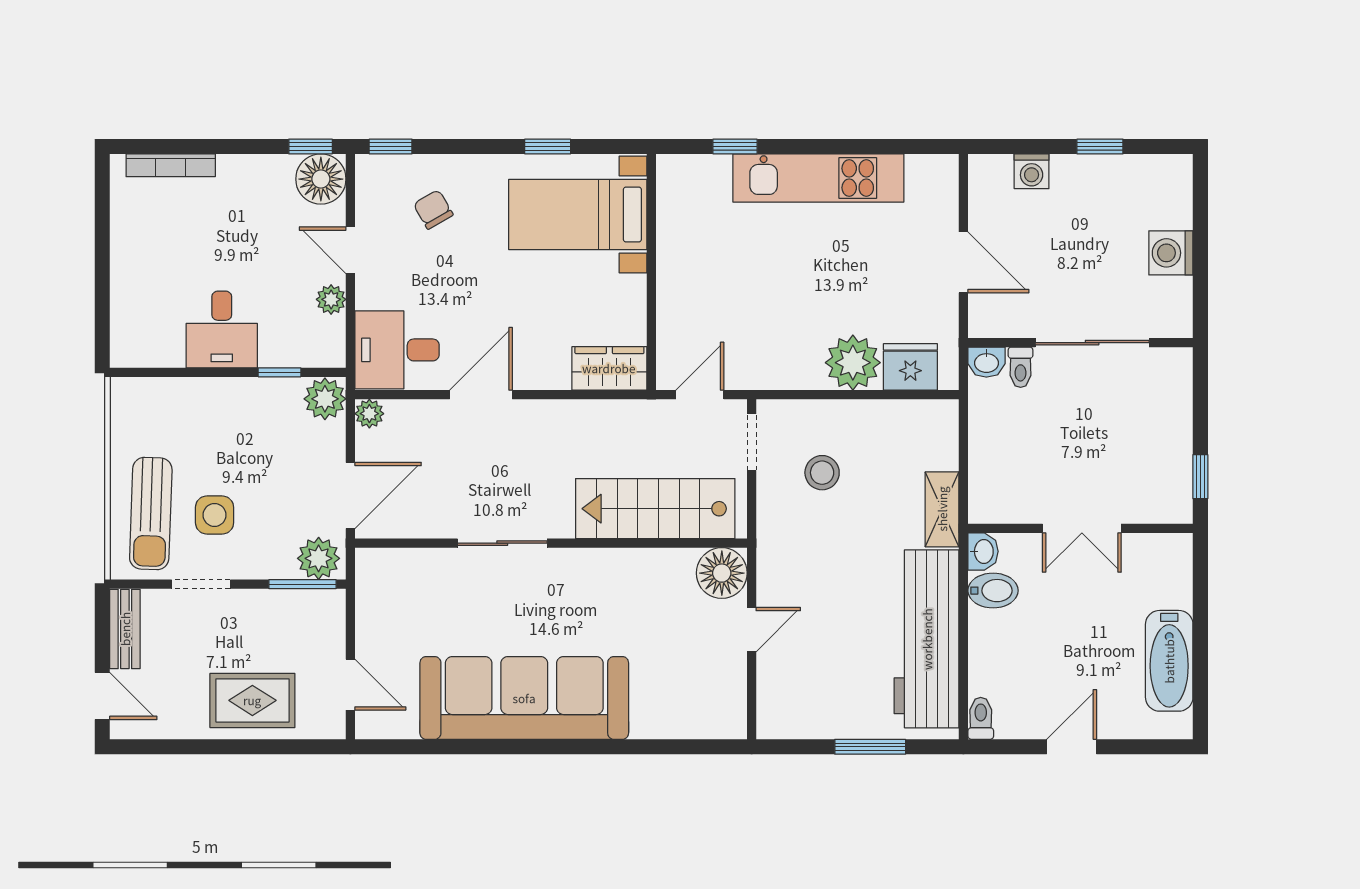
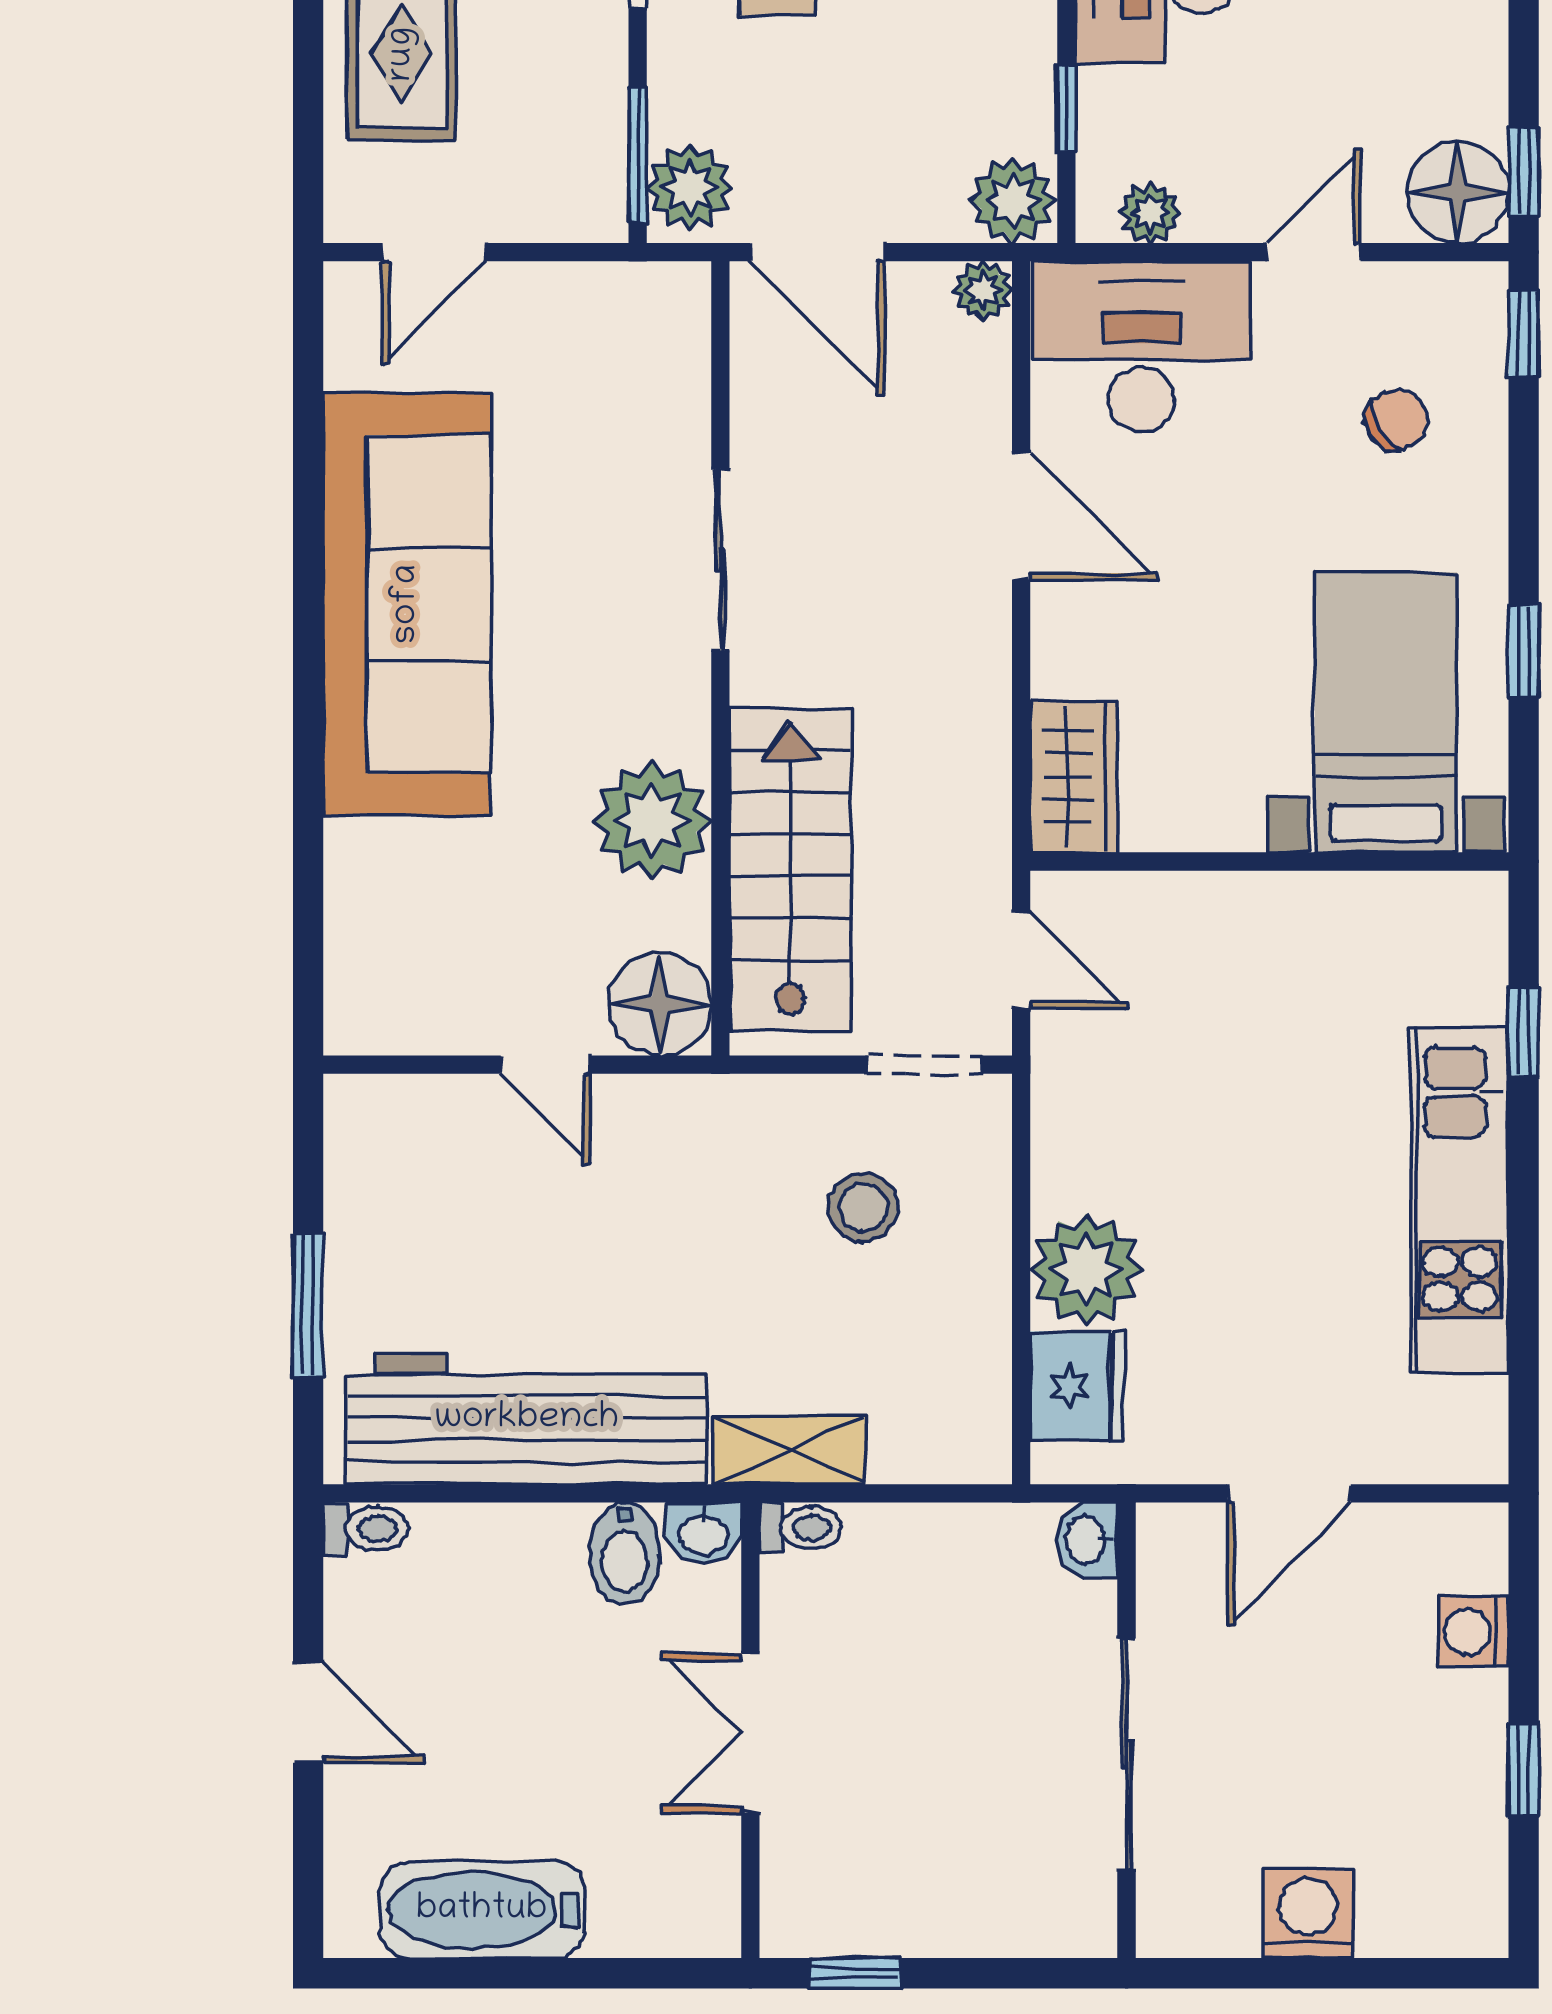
plant: (331, 299) -> (1150, 213), moved
desk: (397, 350) -> (1141, 347), width x1.37
toilet: (1021, 367) -> (800, 1528), moved, turned 180
plant: (631, 577) -> (652, 821), added

